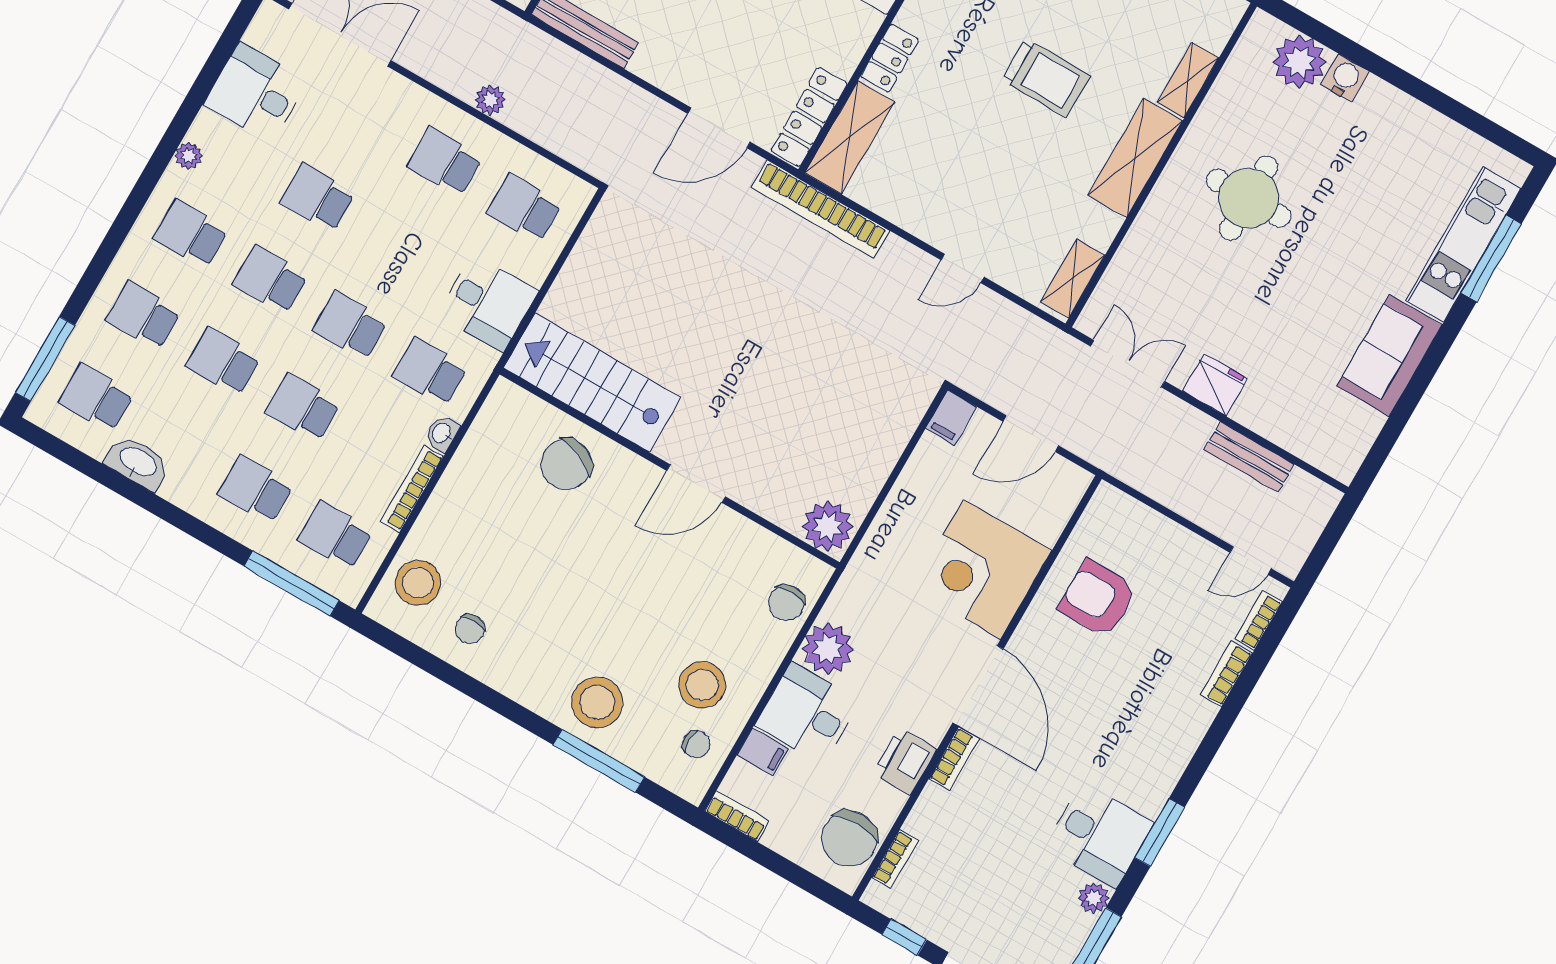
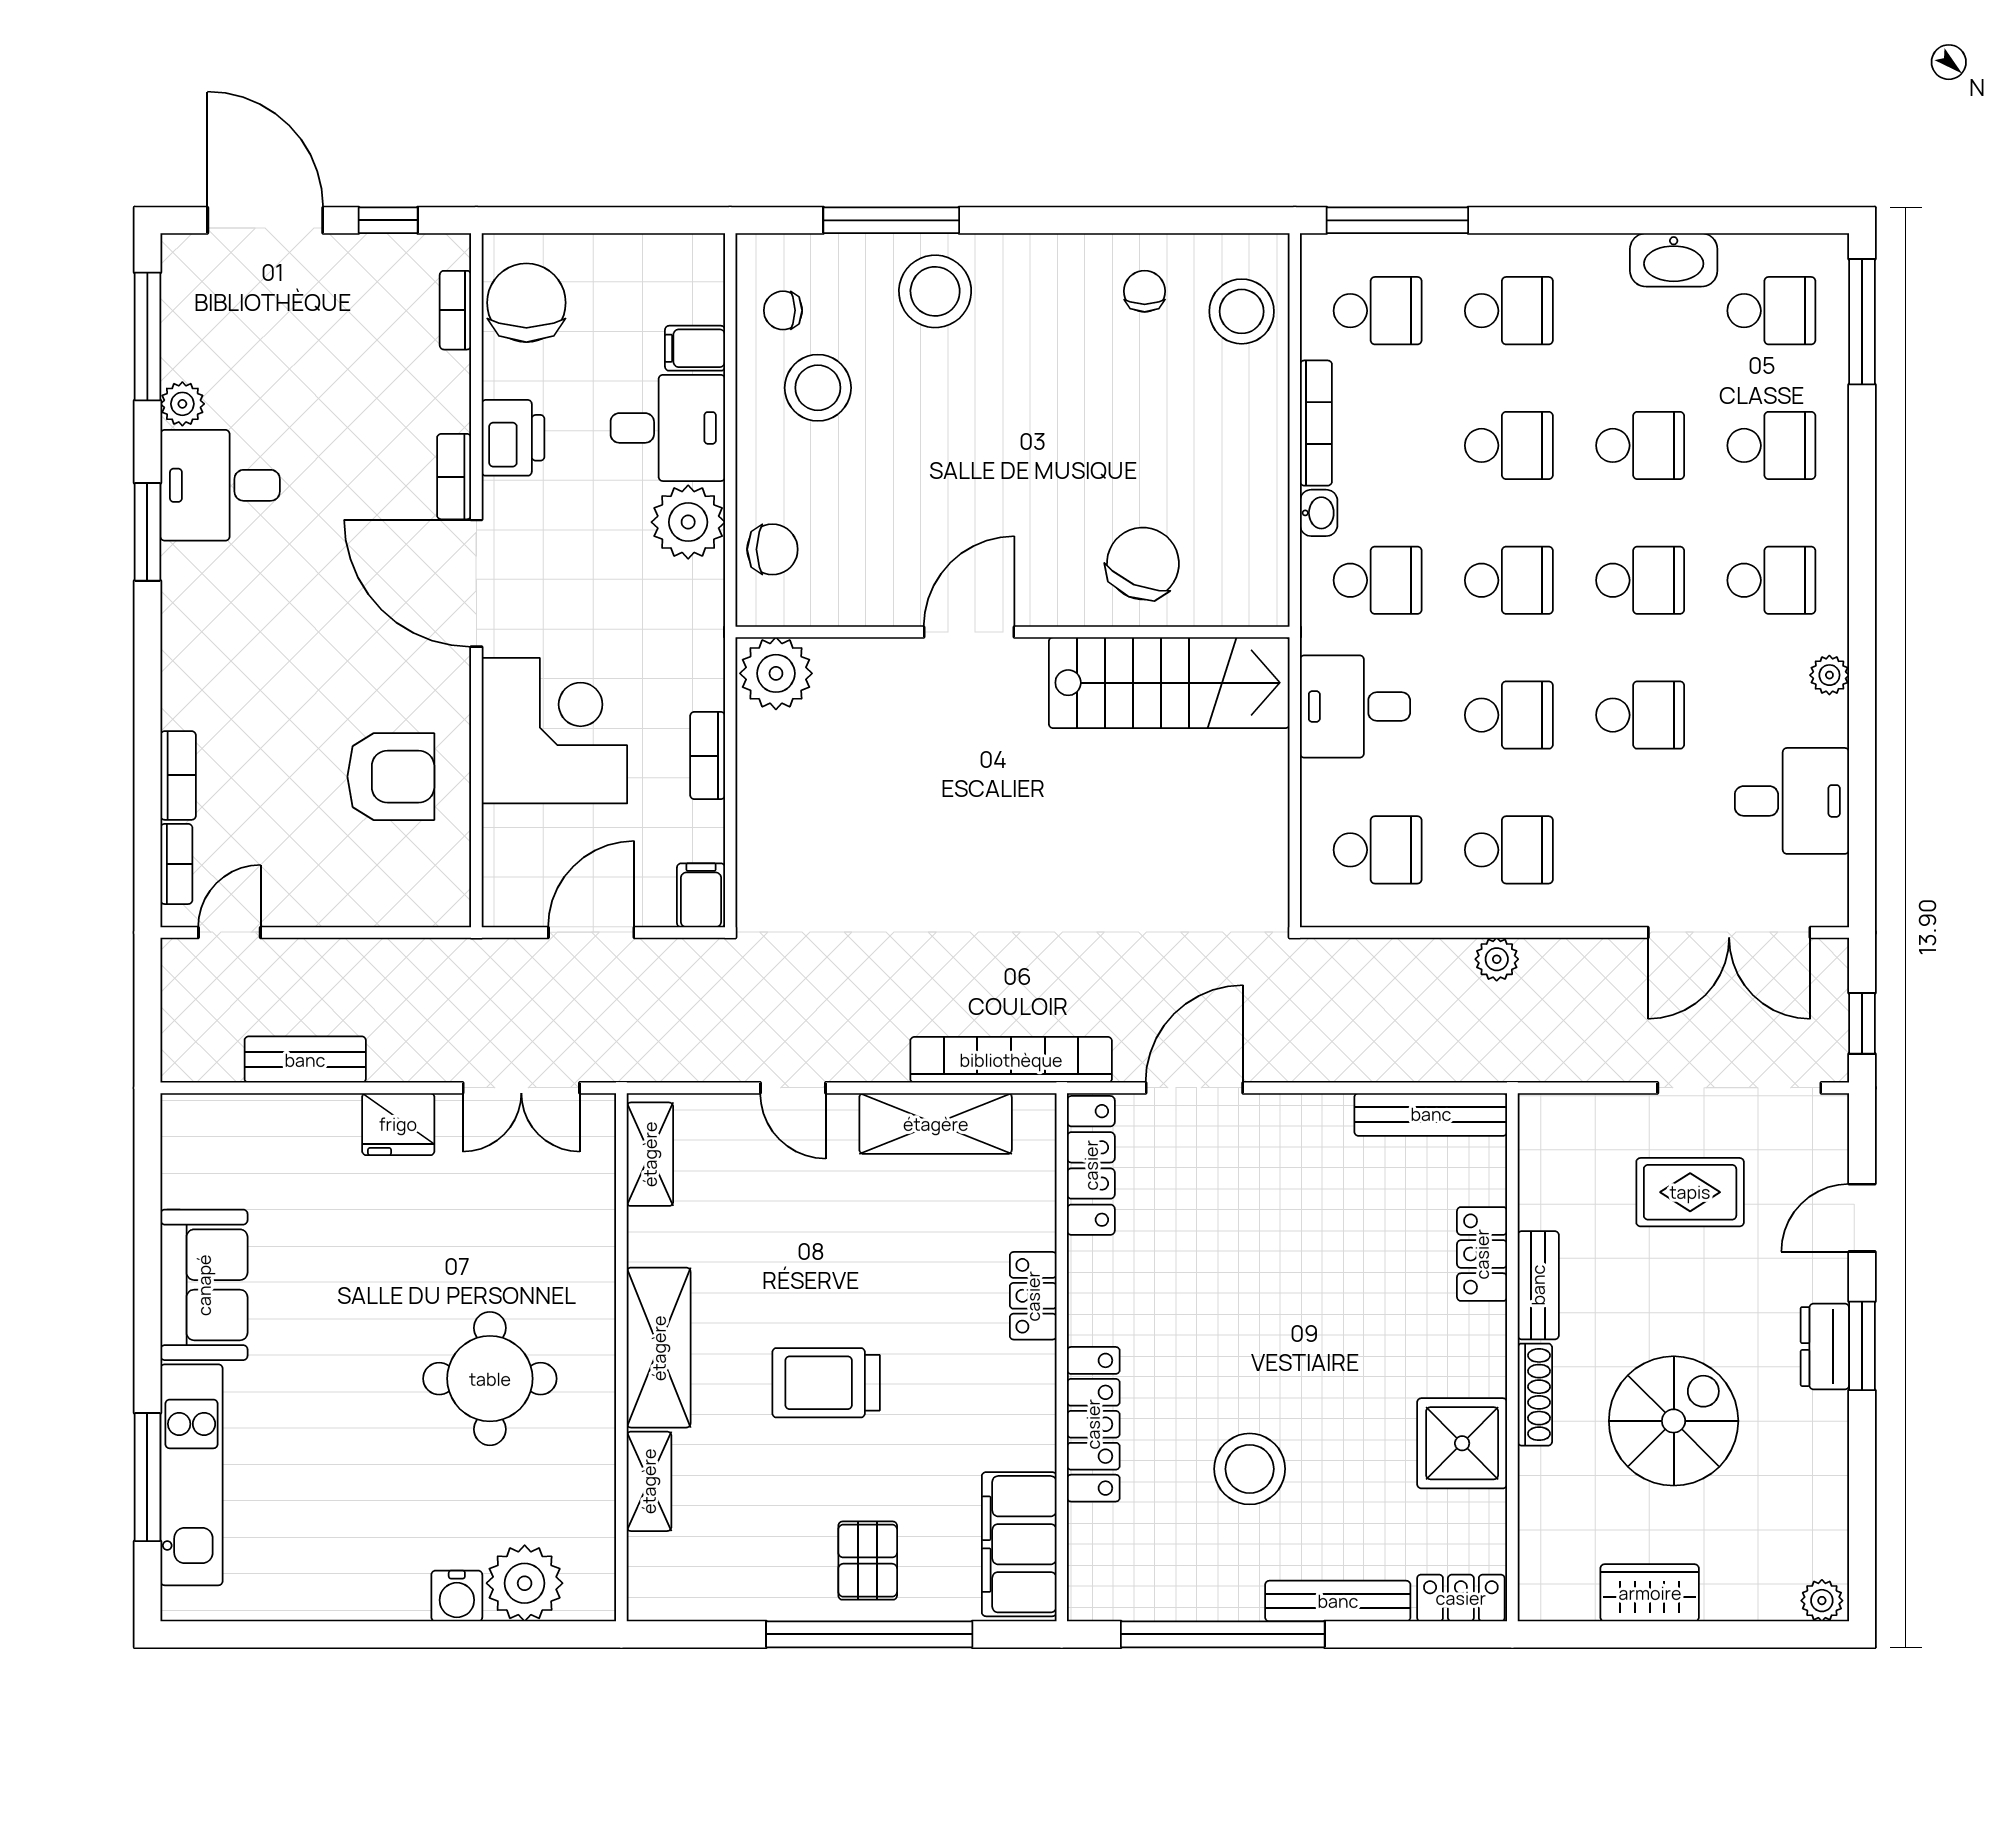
shelving: (850, 137) -> (936, 1124), moved, turned 90
school desk: (397, 244) -> (1509, 715), added
door: (963, 268) -> (793, 1088), swing flipped
chair: (786, 603) -> (772, 549), turned 90
bookcase: (737, 816) -> (708, 756), moved, turned 90

